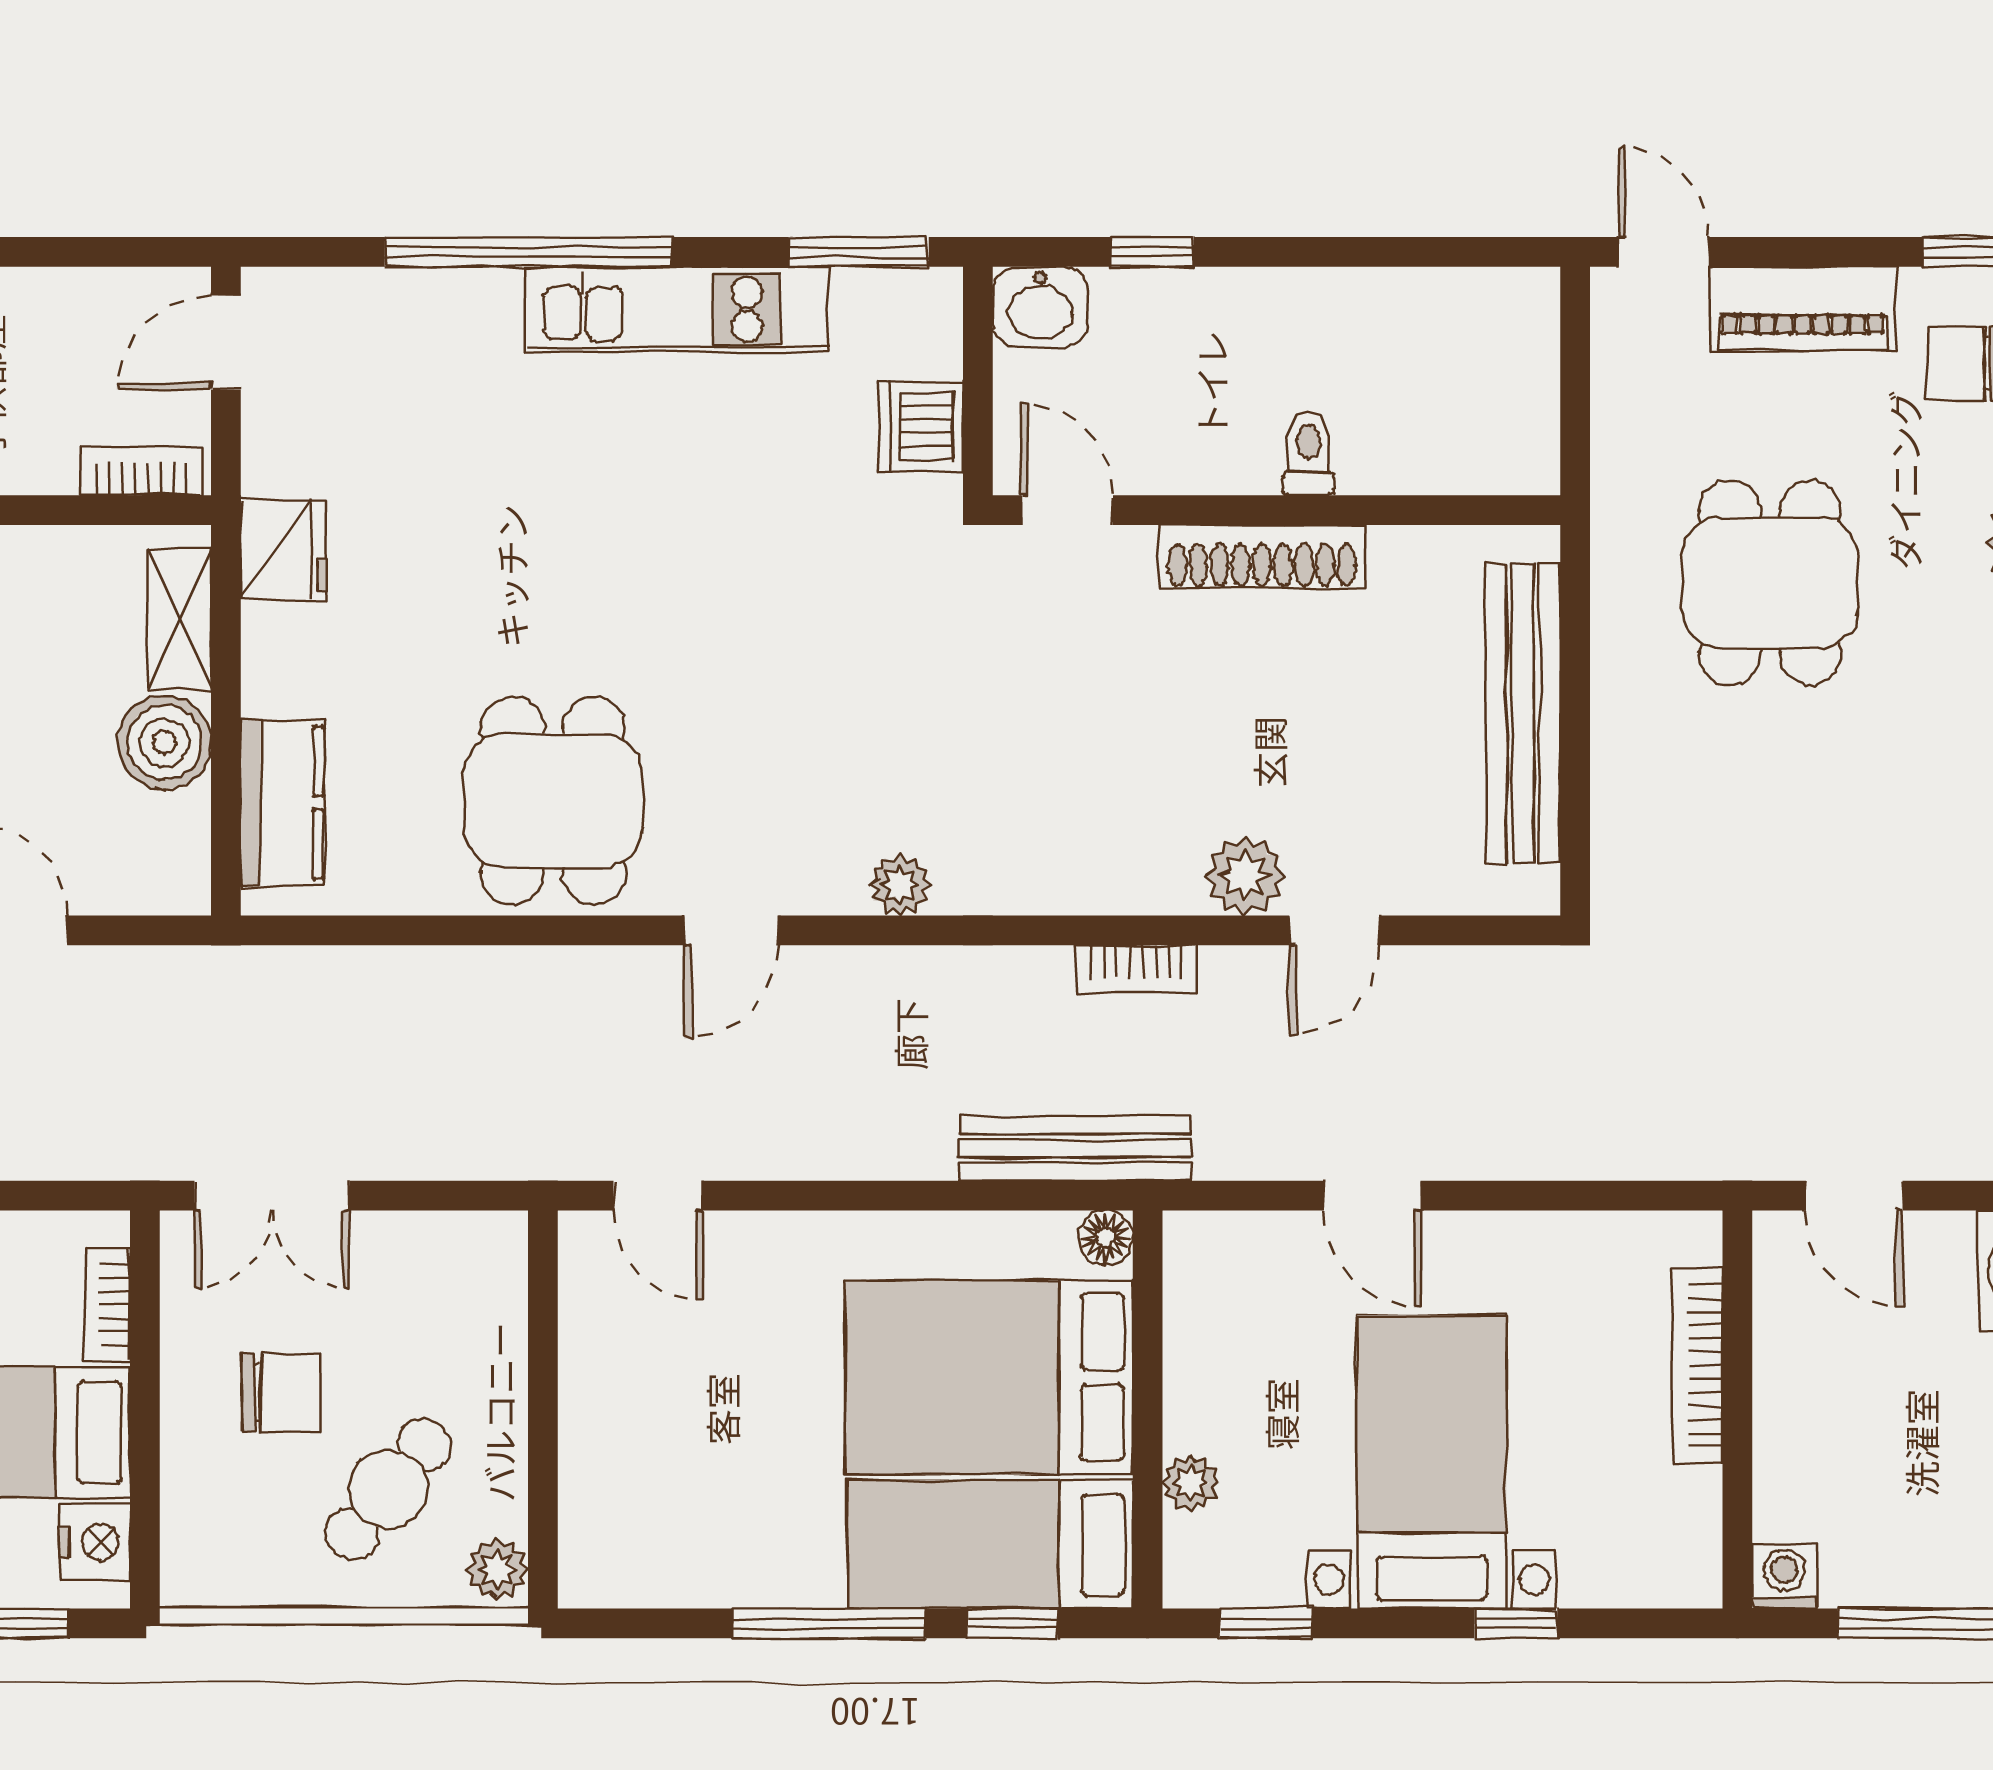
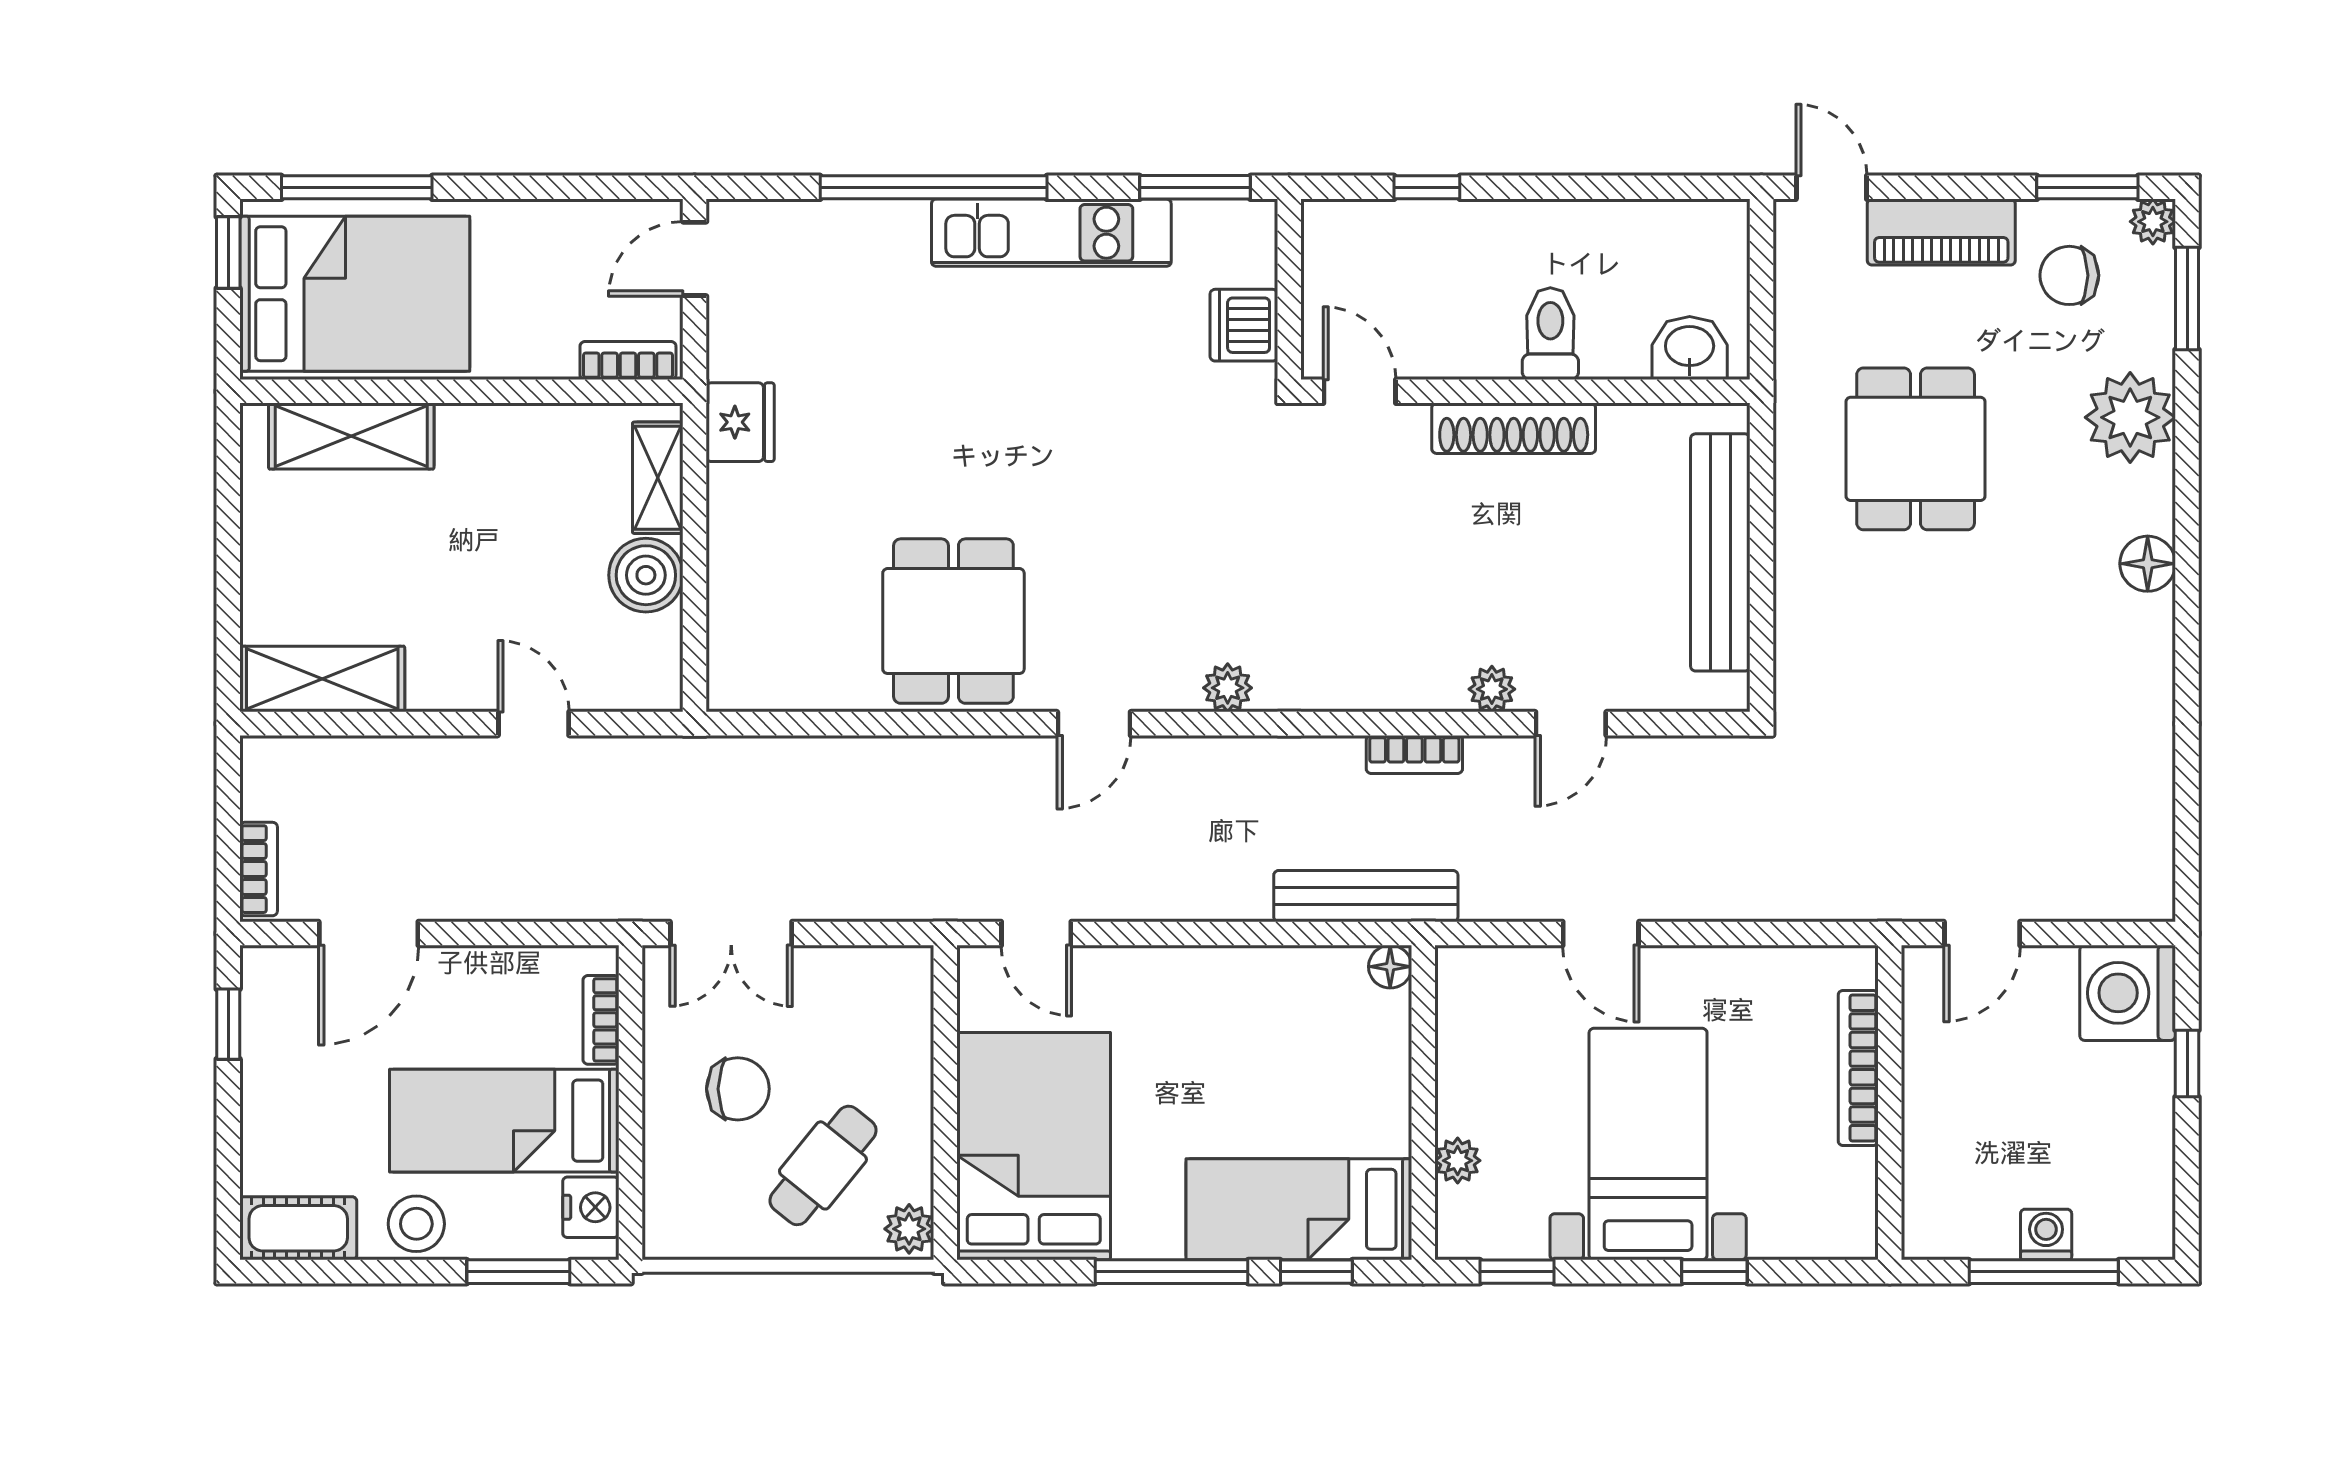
washbasin: (1040, 307) -> (1690, 348), moved, turned 180
toilet: (1308, 453) -> (1550, 334), width x1.37, depth x1.39
kitchen counter: (282, 803) -> (739, 623), removed
plant: (1245, 876) -> (1492, 689), width x0.73, depth x0.73
door: (1854, 1196) -> (1982, 934), hinge flipped
bed: (989, 1377) -> (1034, 1146), moved, turned 90
washing machine: (1784, 1576) -> (2046, 1234), moved

